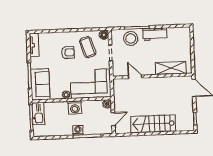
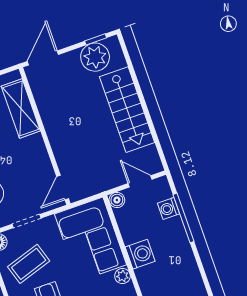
door: (135, 77) -> (63, 188), moved
plant: (186, 115) -> (95, 57), added
washing machine: (78, 130) -> (169, 208), moved

